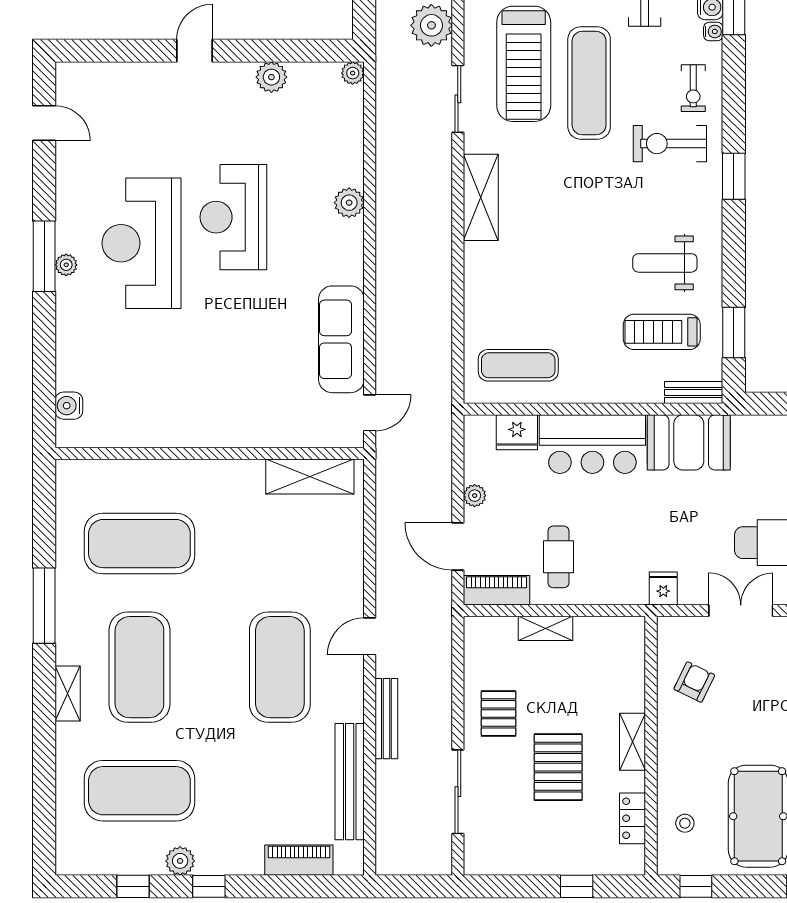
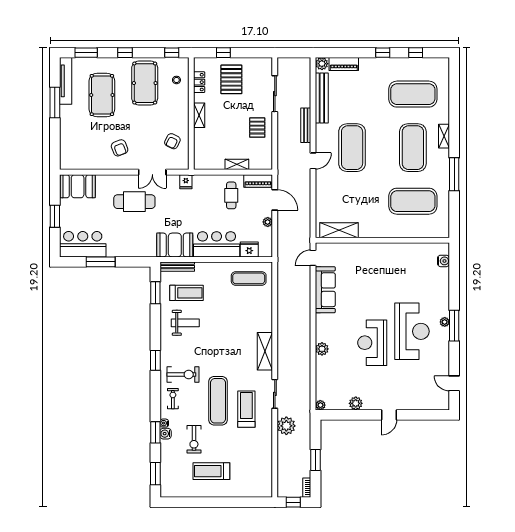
treadmill: (524, 64) -> (246, 409), width x0.73, depth x0.73
reception desk: (233, 217) -> (372, 343), turned 180
bench: (694, 393) -> (177, 267), width x1.36
pallet: (558, 767) -> (231, 79), moved
plant: (180, 861) -> (322, 64), moved

